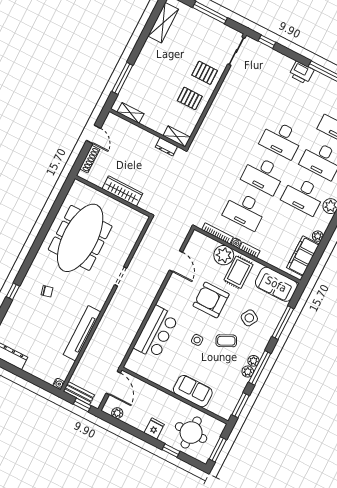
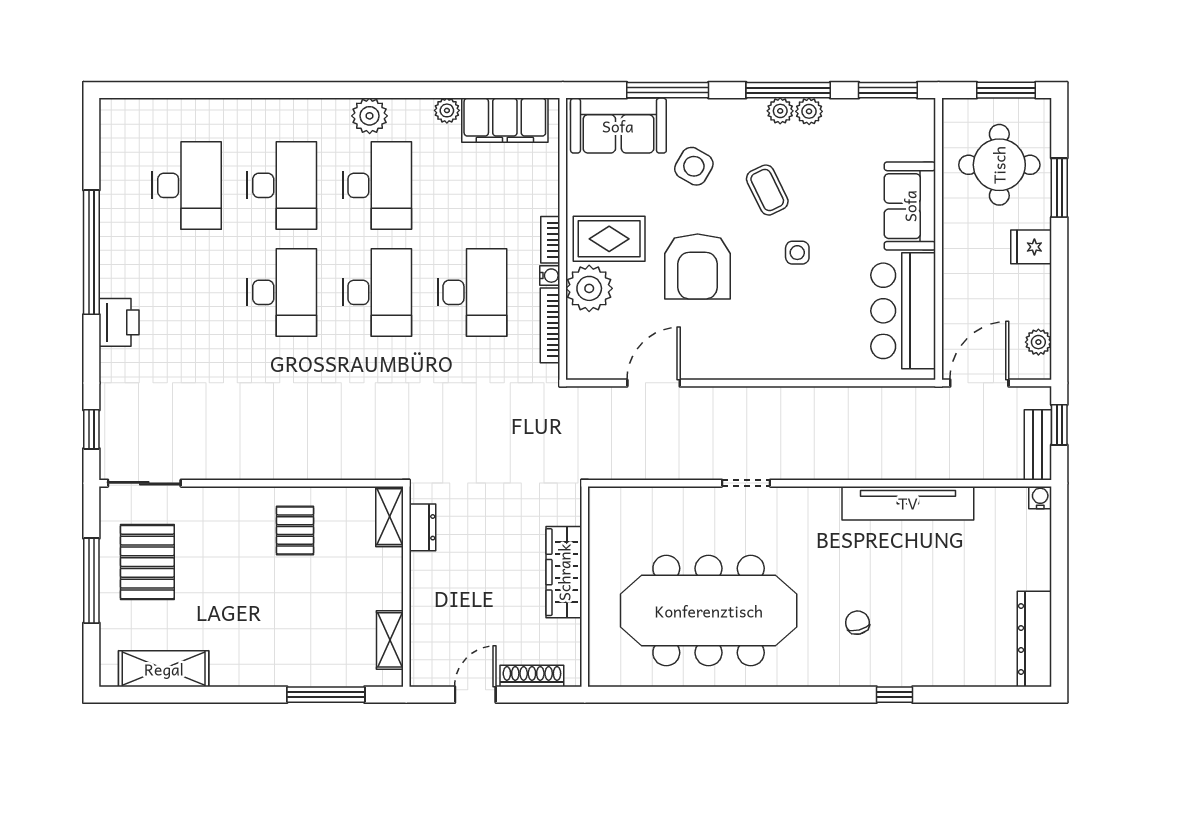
pallet: (205, 73) -> (147, 562), moved, width x1.50, depth x1.42
sofa: (276, 284) -> (618, 126), moved, turned 90
bar counter: (156, 332) -> (903, 311), moved, turned -90
window: (171, 451) -> (1059, 188), width x1.50

